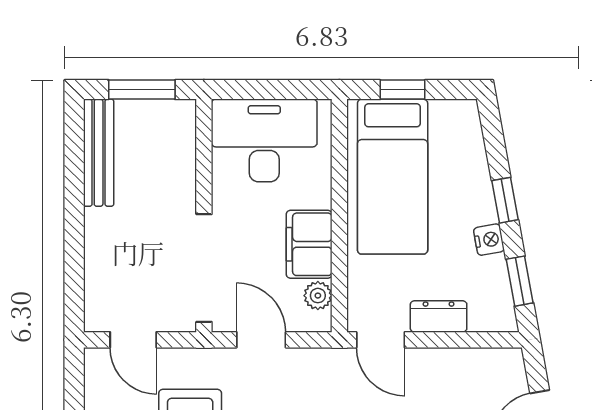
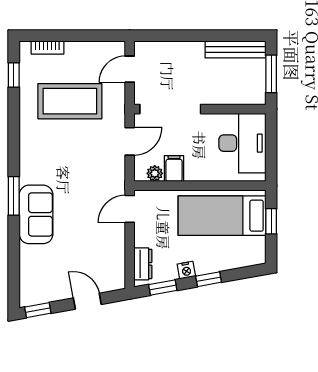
filing cabinet: (309, 244) -> (174, 168), width x0.50
dresser: (439, 316) -> (143, 264), moved

